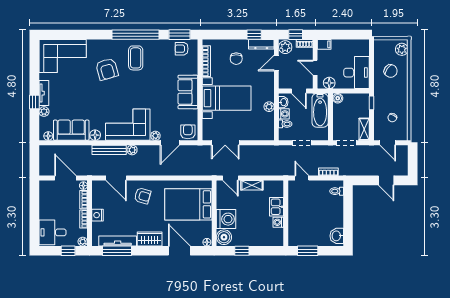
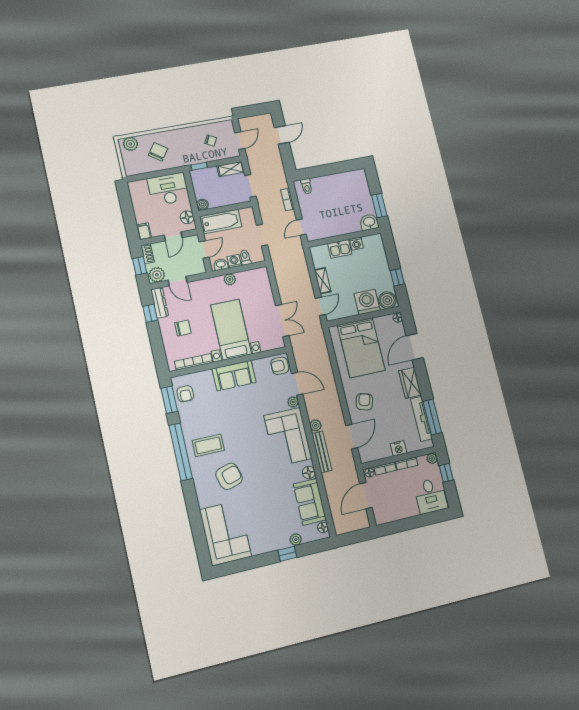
tv unit: (44, 93) -> (274, 545), removed
washbasin: (337, 236) -> (369, 222), moved, turned 180

